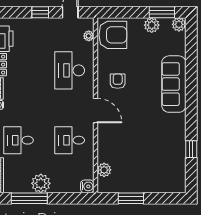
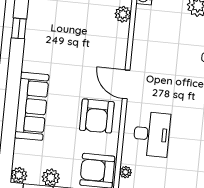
armchair: (118, 81) -> (97, 116), width x1.88, depth x1.88
desk: (70, 140) -> (160, 53), removed

